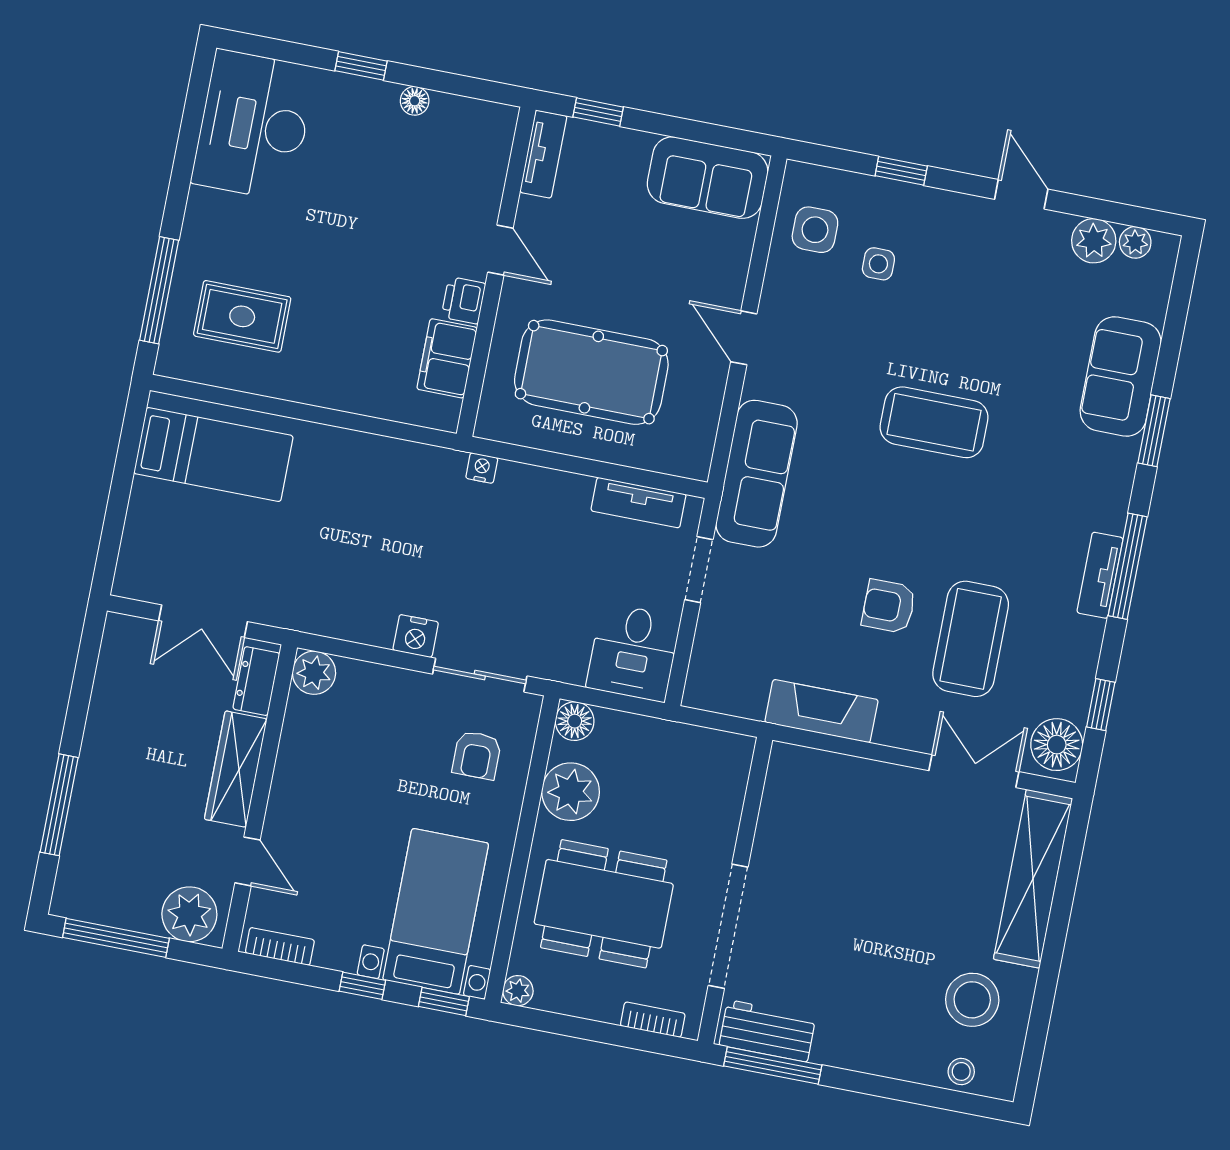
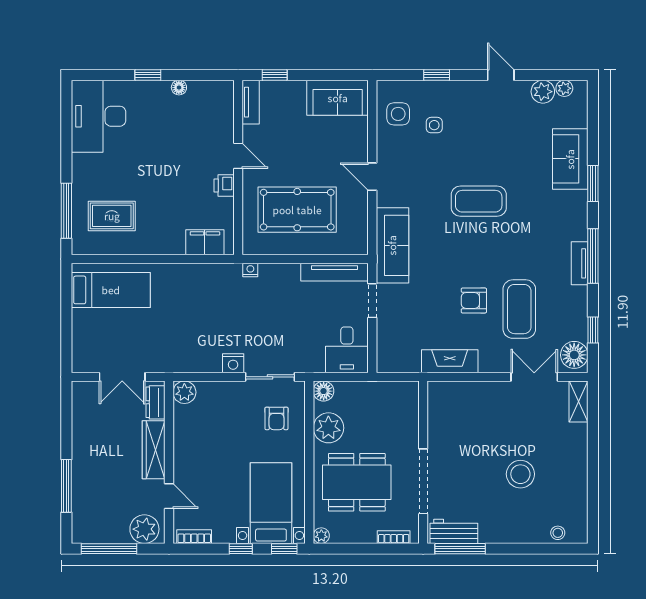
filing cabinet: (447, 358) -> (205, 242), moved, turned 90
tv unit: (638, 503) -> (335, 272), width x1.41
shelving: (1033, 879) -> (579, 402), width x0.45, depth x0.75
stool: (972, 1000) -> (520, 474), moved

